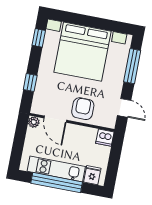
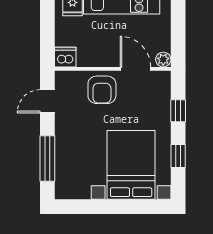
window: (39, 38) -> (178, 156), moved
bed with nightstands: (83, 52) -> (131, 165), width x0.73
door: (124, 108) -> (47, 101), hinge flipped

